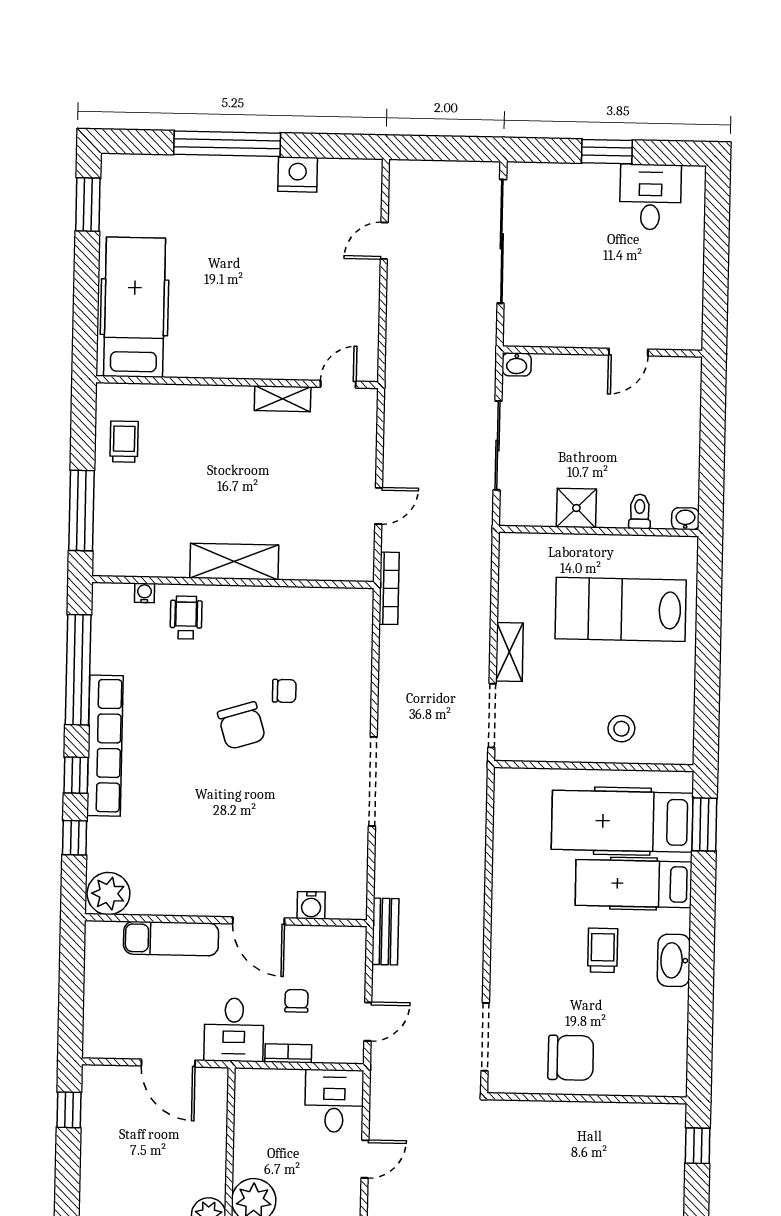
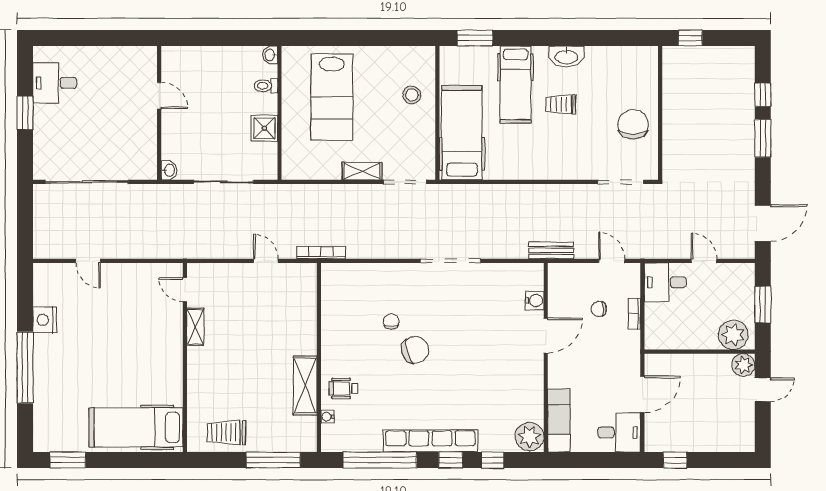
trolley: (124, 442) -> (226, 432), width x1.36, depth x1.39
shelving: (234, 562) -> (305, 386), moved
hospital bed: (622, 821) -> (462, 133), moved, turned 180
exam couch: (171, 939) -> (559, 420), moved
desk: (234, 1030) -> (619, 432), moved

